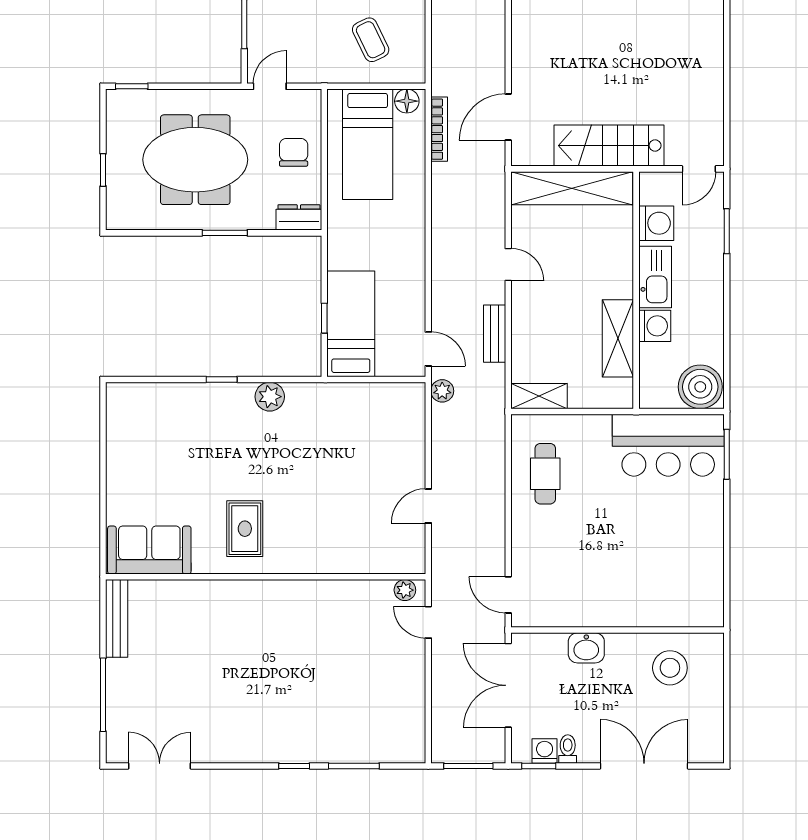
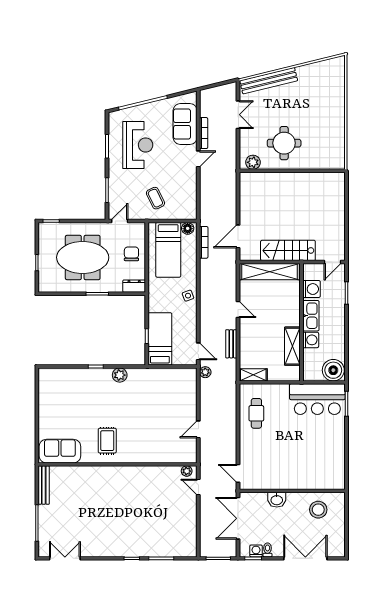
coffee table: (371, 40) -> (155, 198), moved
side table: (407, 237) -> (188, 296), added

